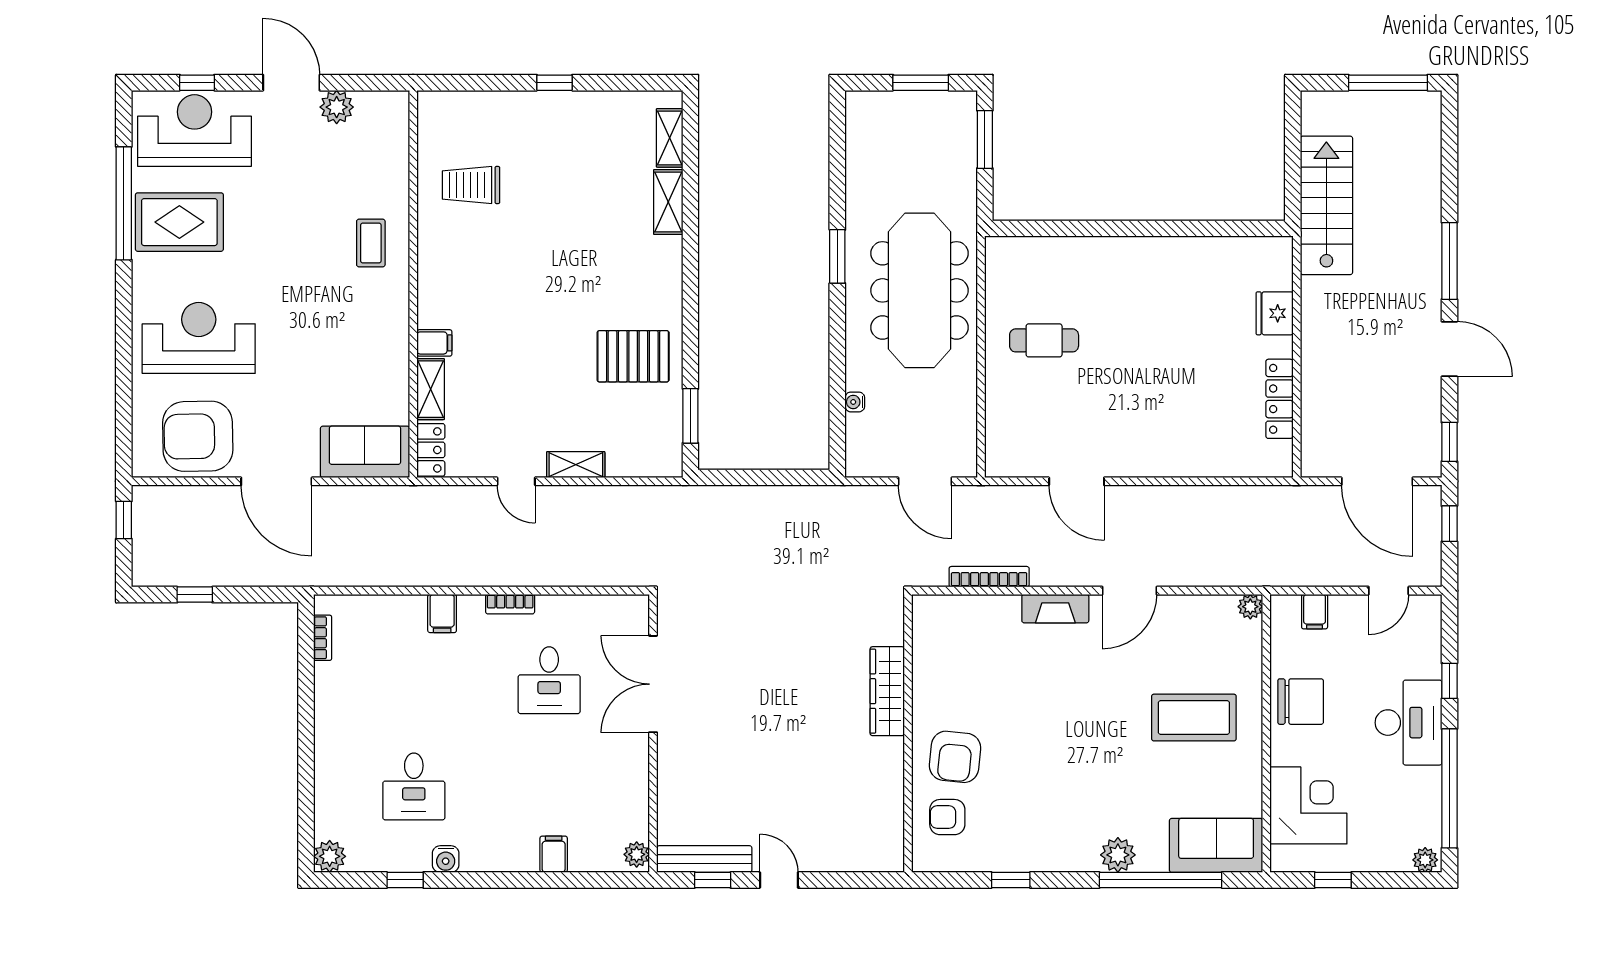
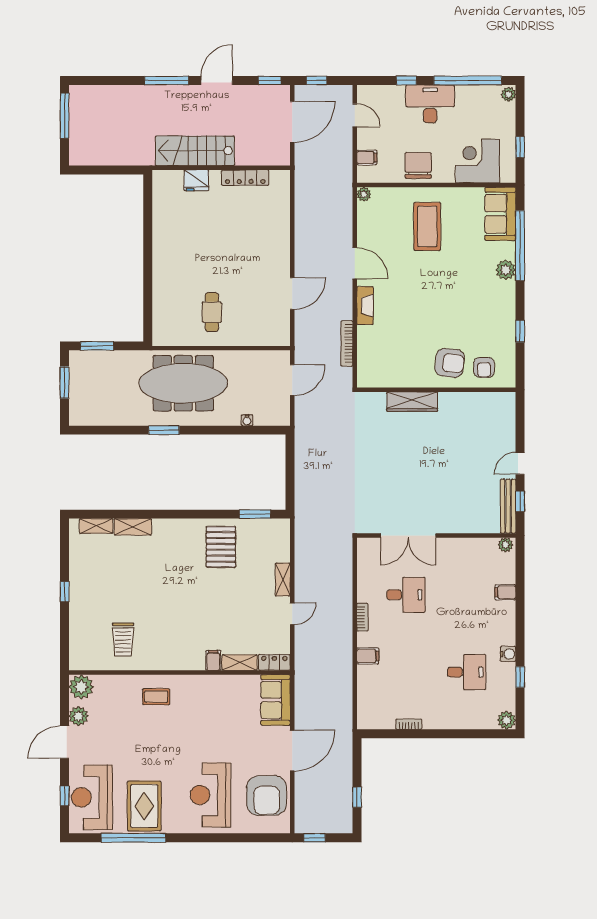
plant: (388, 112) -> (81, 687), added
stairs: (1326, 205) -> (195, 151), moved
bookcase: (323, 638) -> (409, 724), moved

